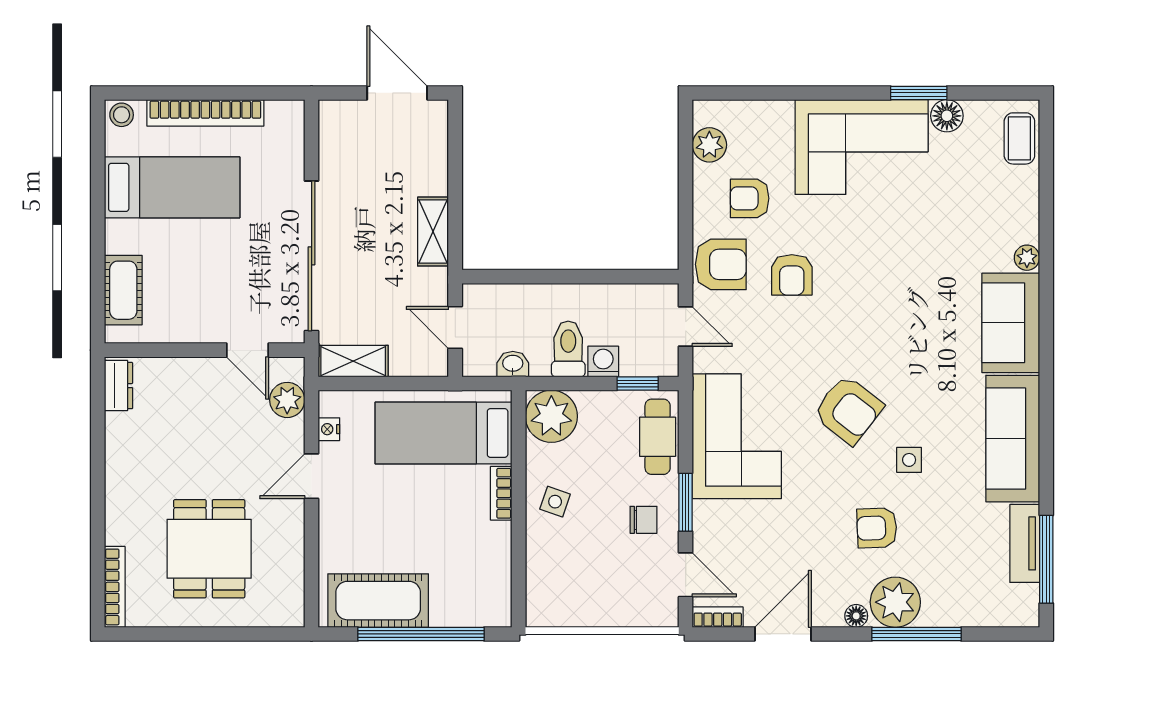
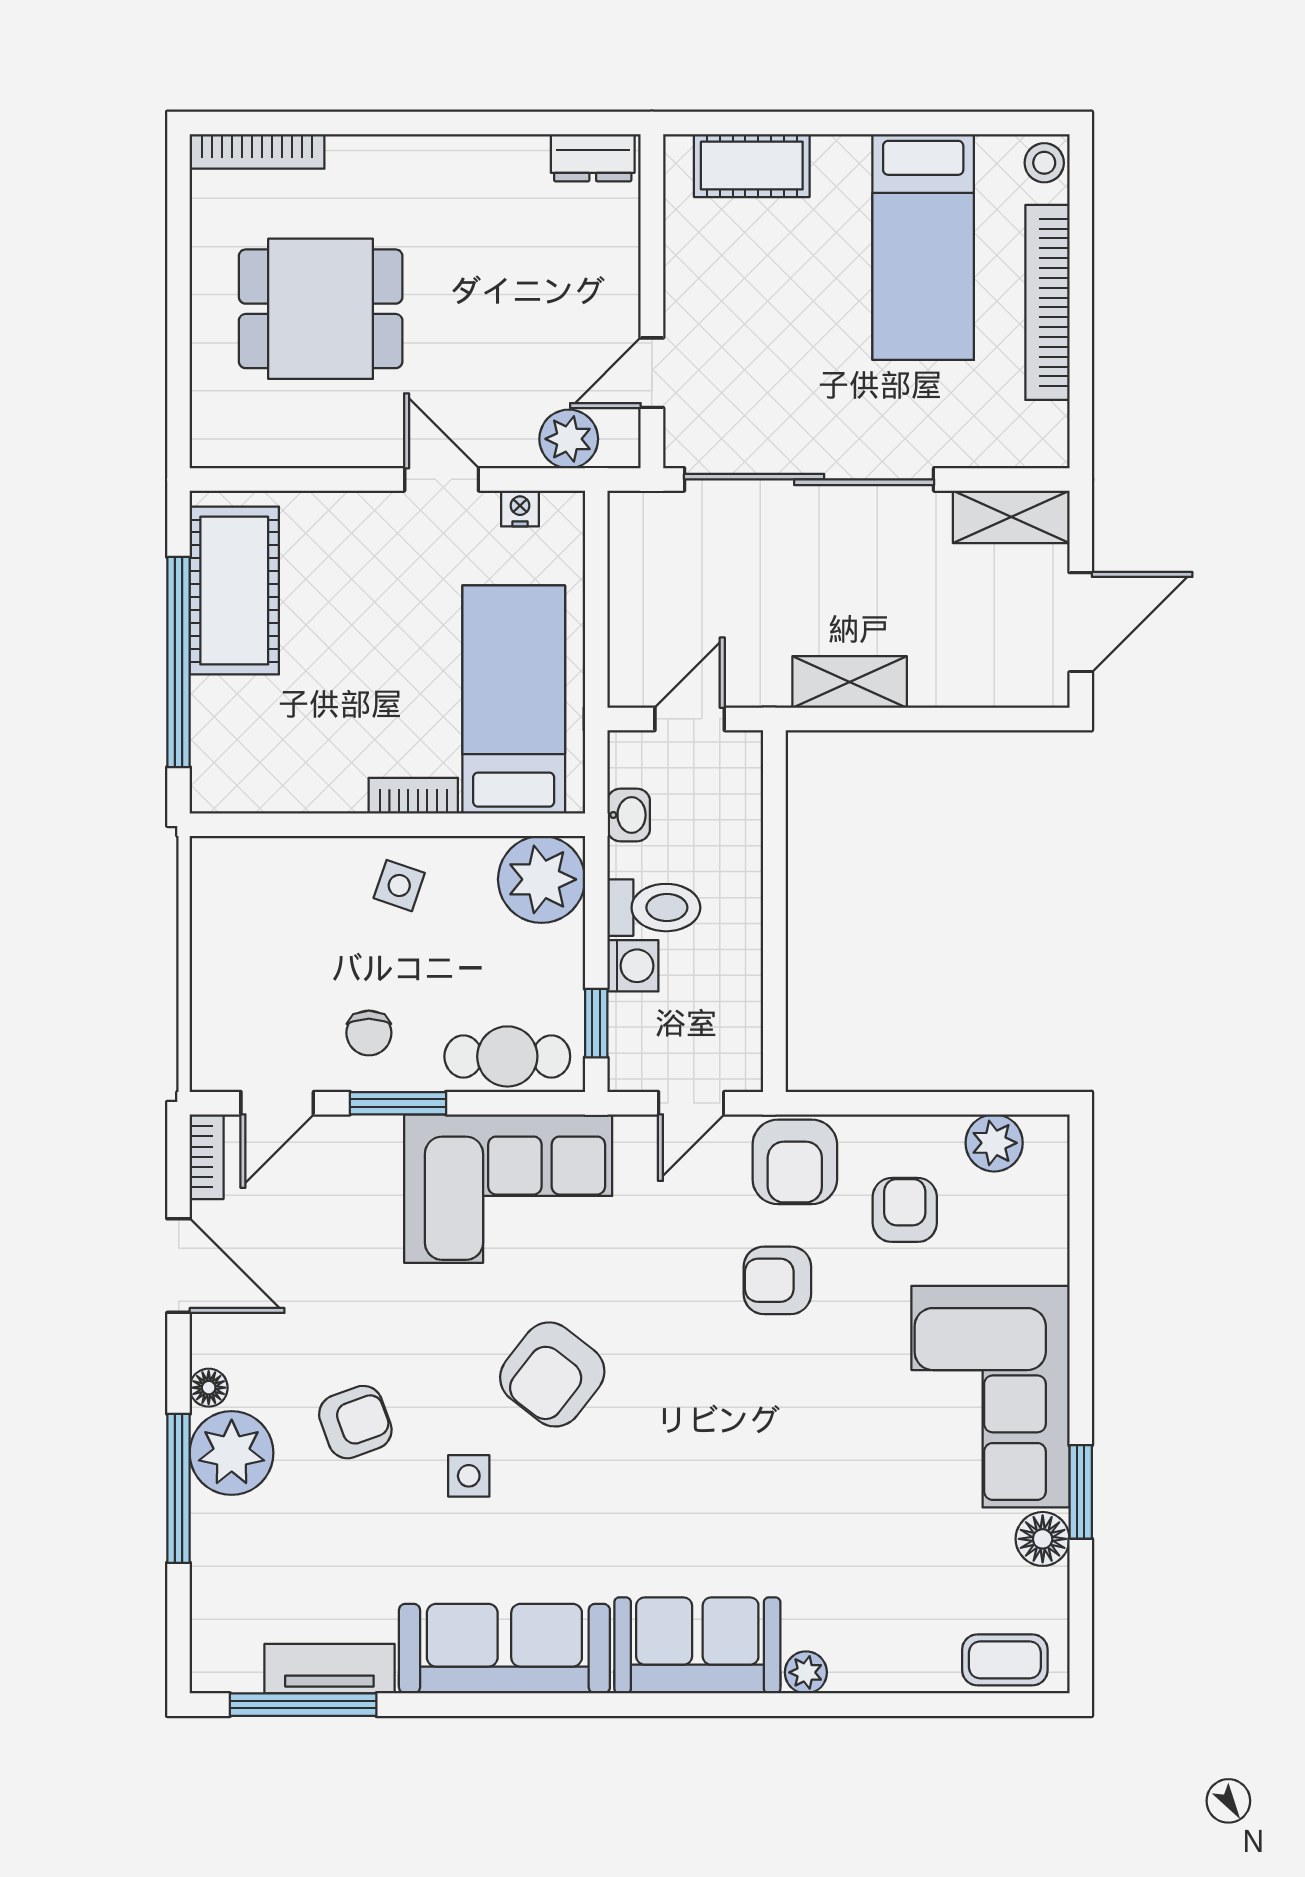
shelving: (353, 361) -> (1011, 517), moved, turned 90
armchair: (877, 528) -> (355, 1422), turned 72

